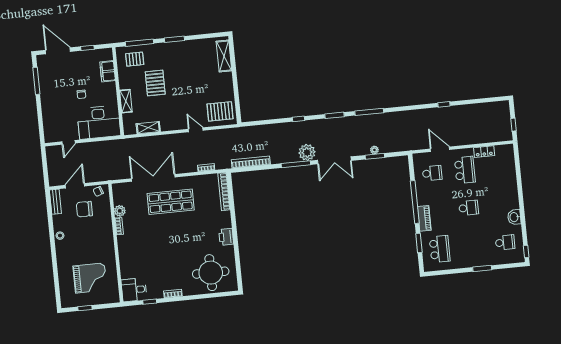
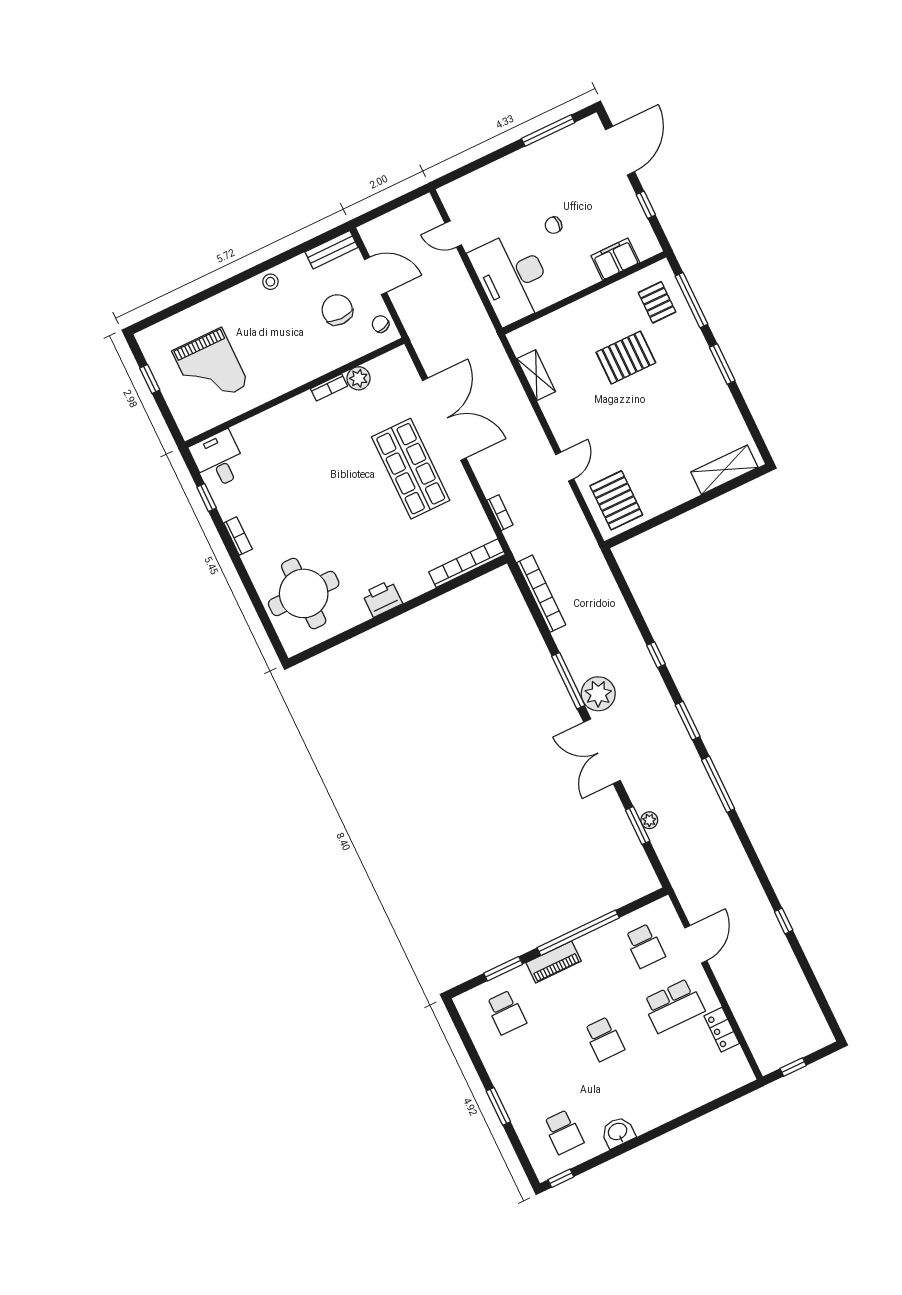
shelving: (126, 101) -> (571, 314), removed
school desk: (440, 249) -> (506, 1012), width x0.54

